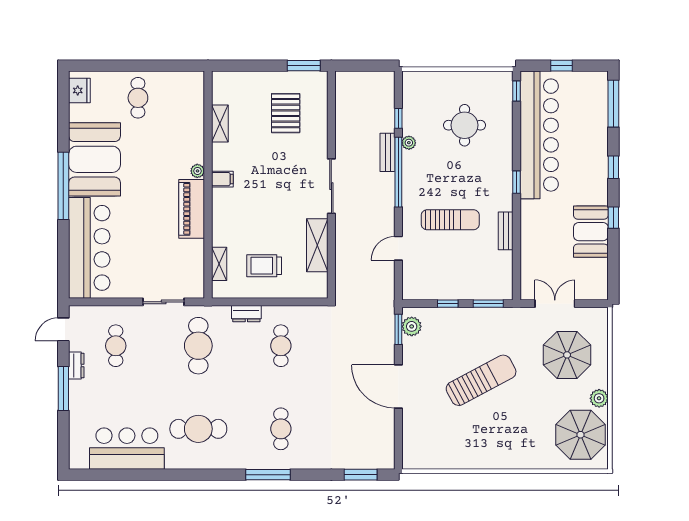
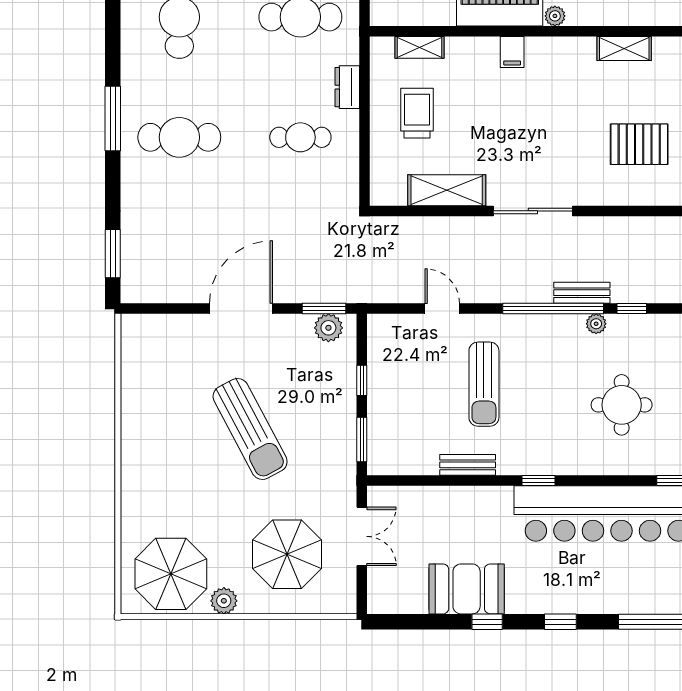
filing cabinet: (222, 179) -> (512, 52), moved
cafe table: (281, 429) -> (179, 137), width x1.37, depth x1.35

